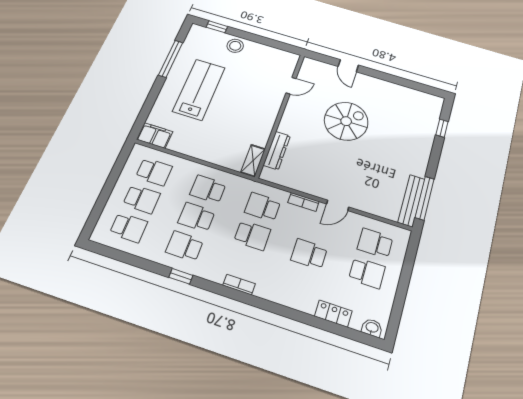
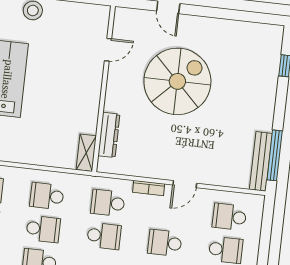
spiral stairs: (346, 121) -> (177, 81), width x1.37, depth x1.37
school desk: (196, 217) -> (43, 229), turned 180

